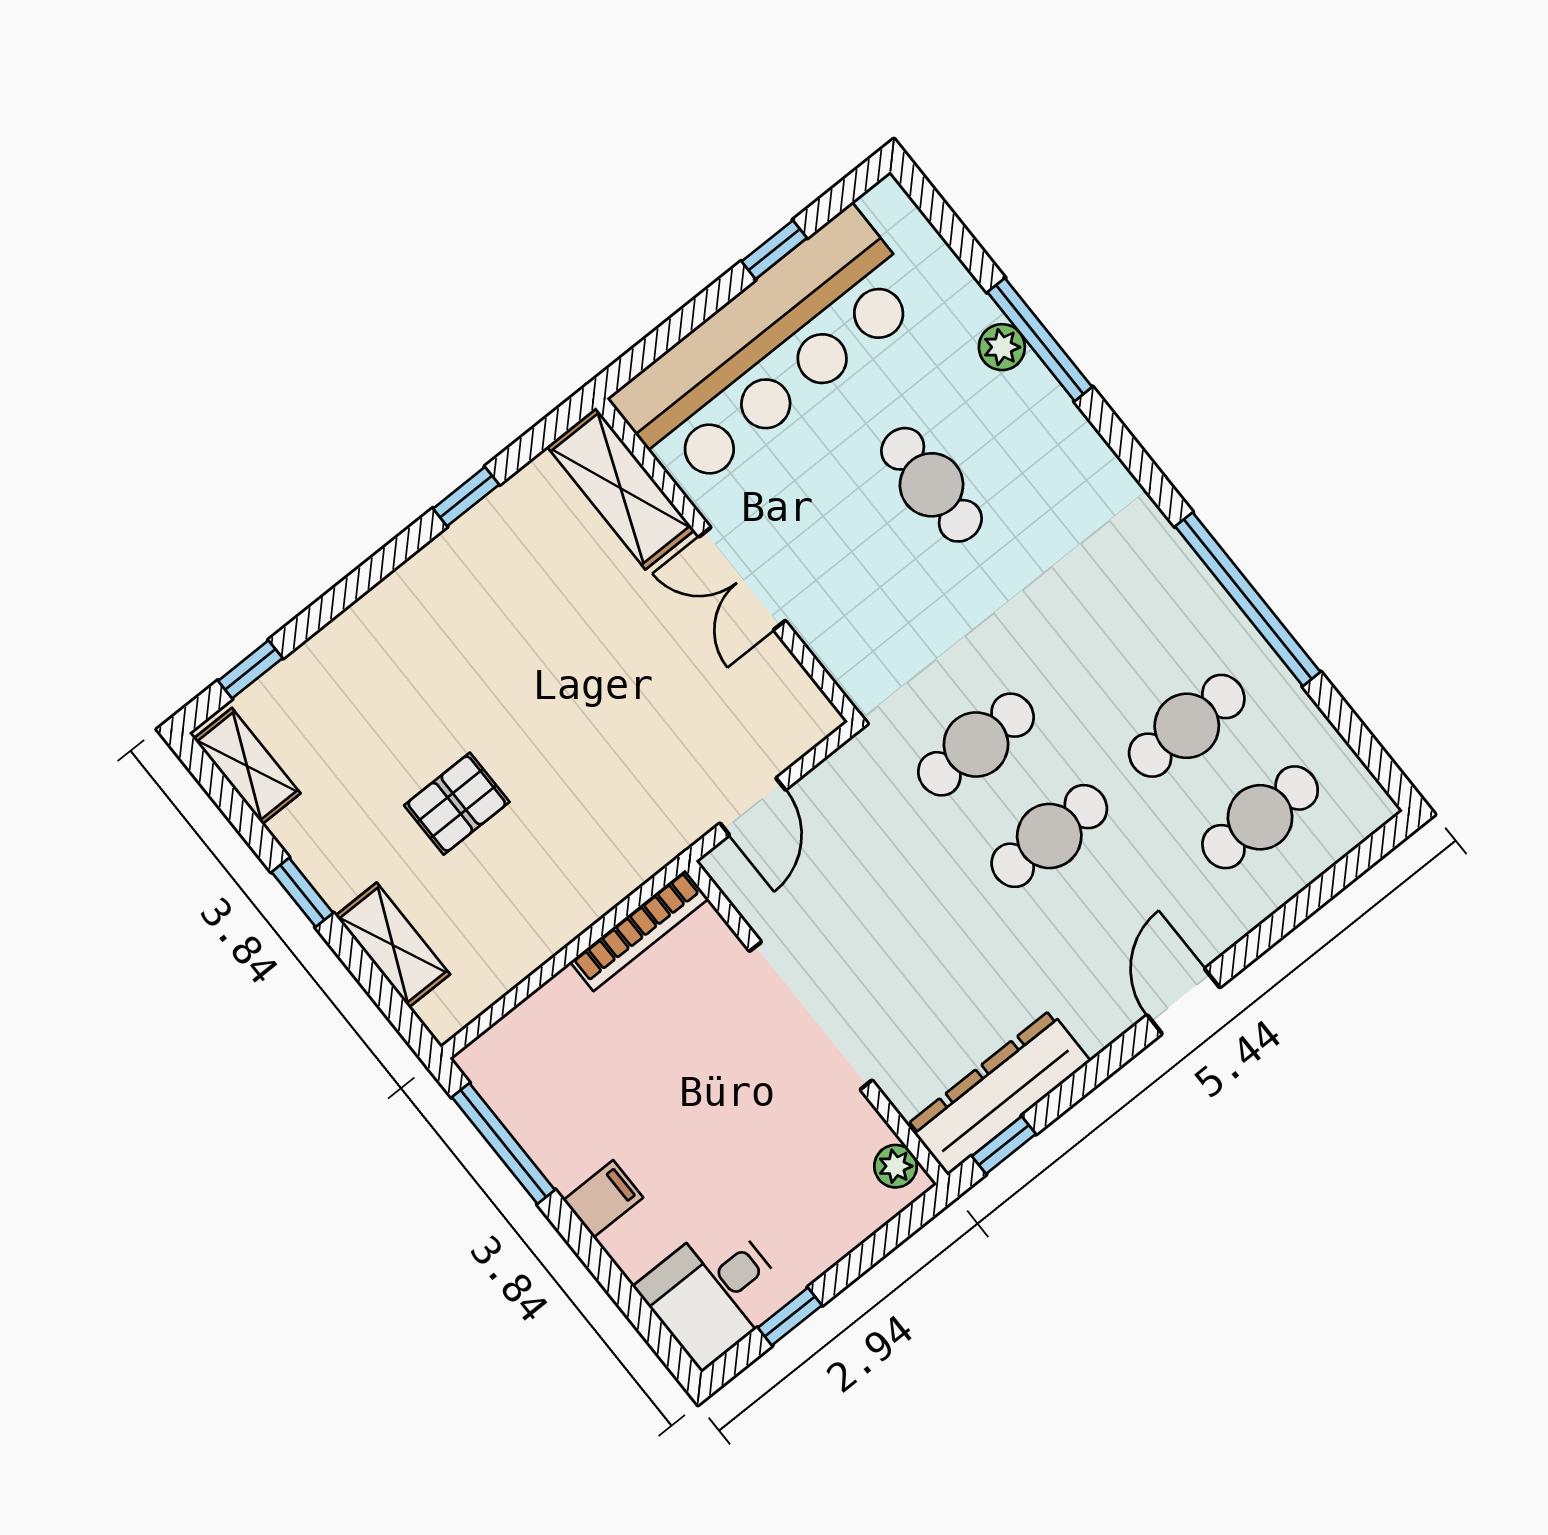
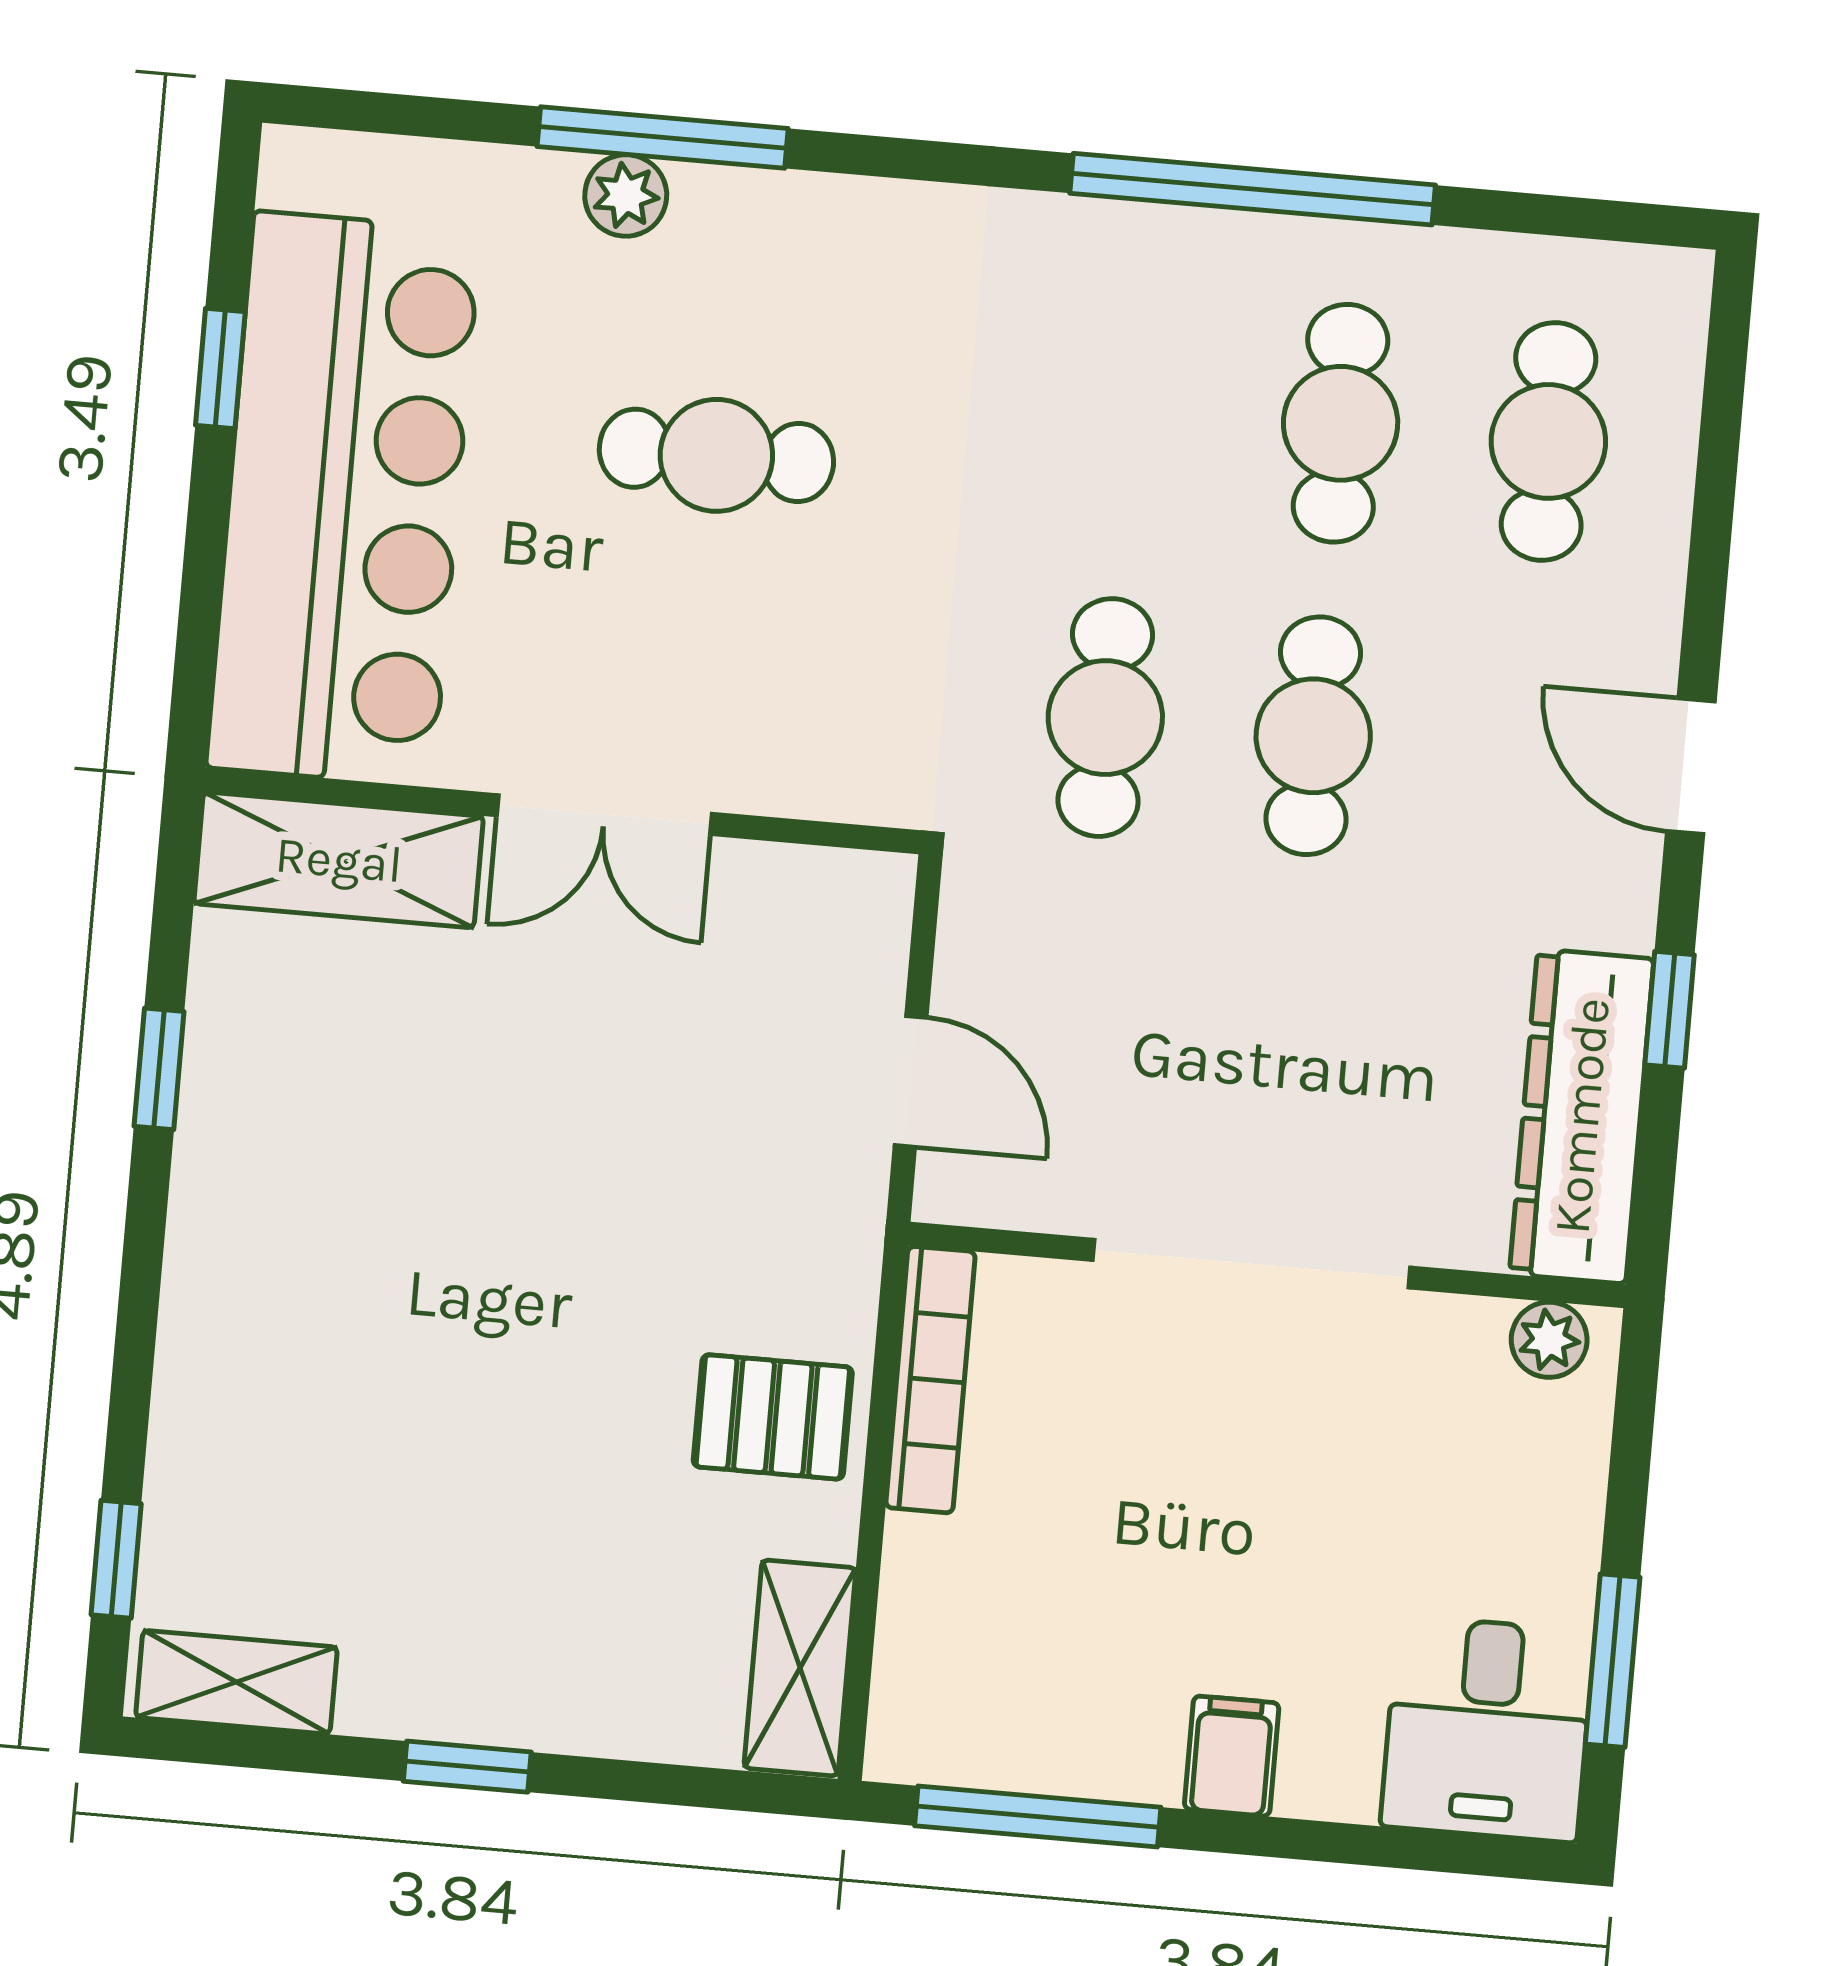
pallet: (457, 804) -> (773, 1417), moved, turned 90
shelving: (393, 945) -> (800, 1668), moved, turned 90
window: (1004, 1145) -> (1670, 1010), moved
window: (790, 1316) -> (1613, 1661), width x1.50

